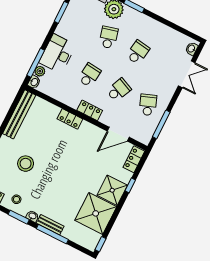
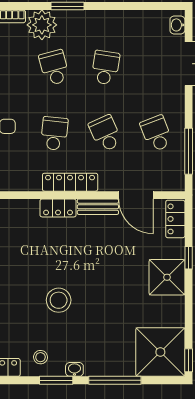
school desk: (119, 90) -> (105, 133), turned -48
locker: (90, 110) -> (70, 182), width x1.53
door: (118, 134) -> (136, 195), hinge flipped
stool: (26, 164) -> (59, 300), moved
shower: (96, 213) -> (160, 352), moved
bench: (50, 225) -> (98, 207), moved

